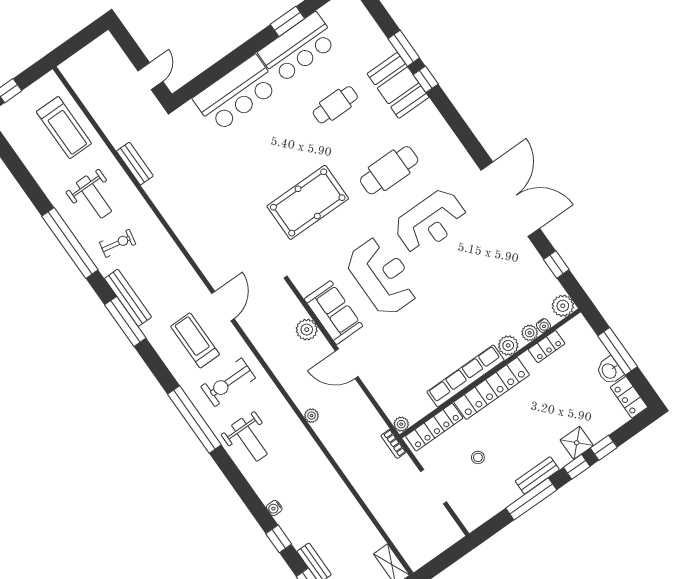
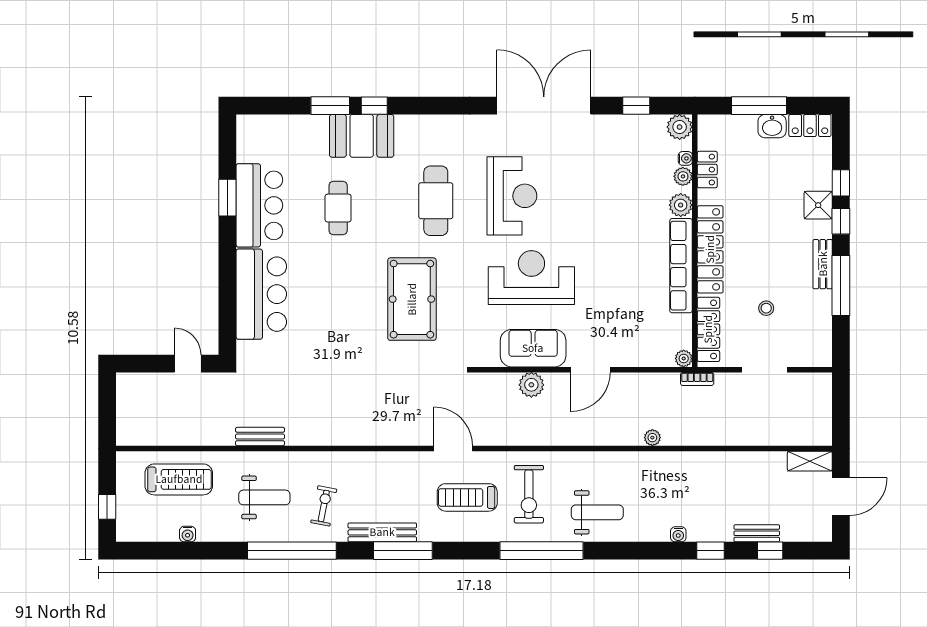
water cooler: (30, 161) -> (188, 534), added
plant: (312, 416) -> (652, 438), moved

